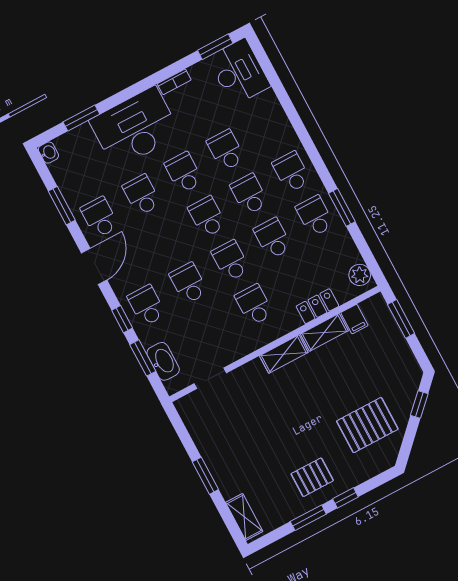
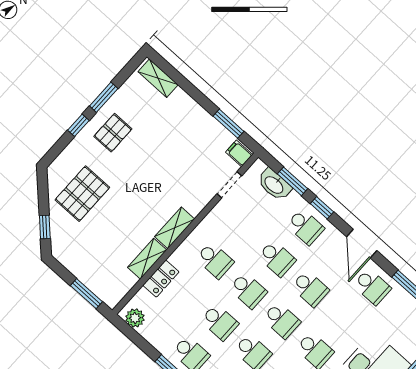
school desk: (142, 195) -> (310, 289), moved
filing cabinet: (354, 319) -> (239, 153), moved
window: (205, 476) -> (229, 124), moved

